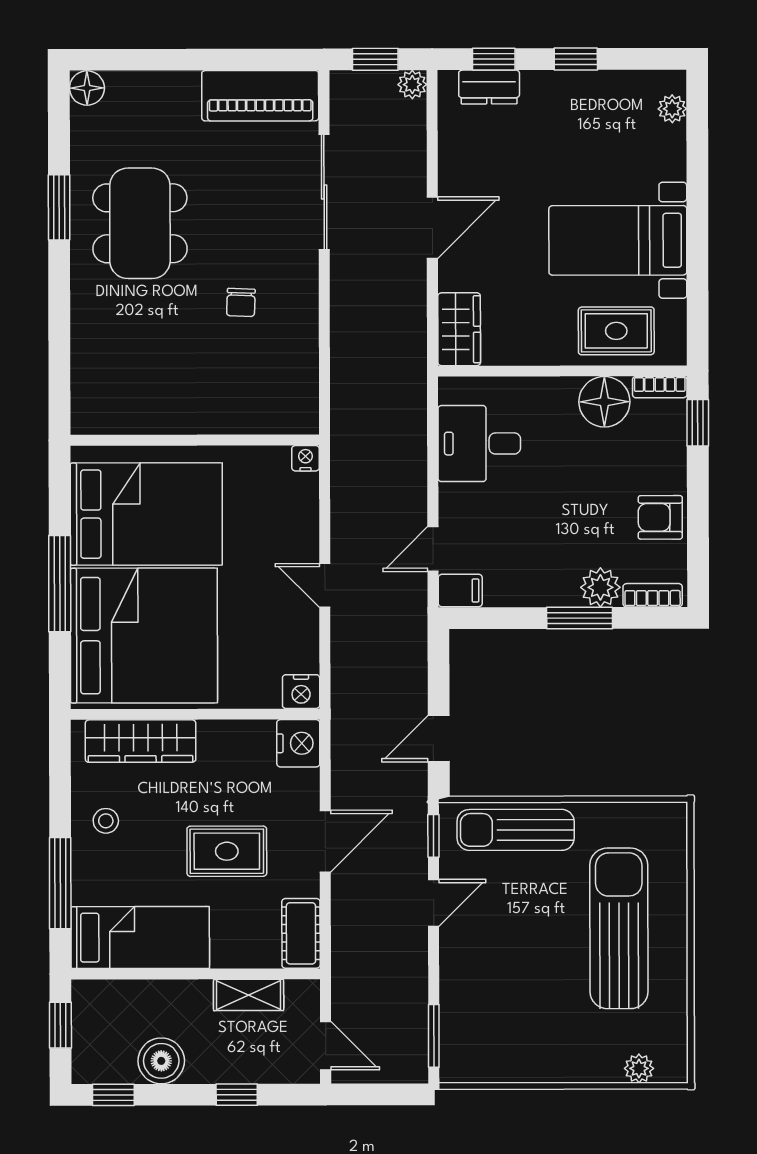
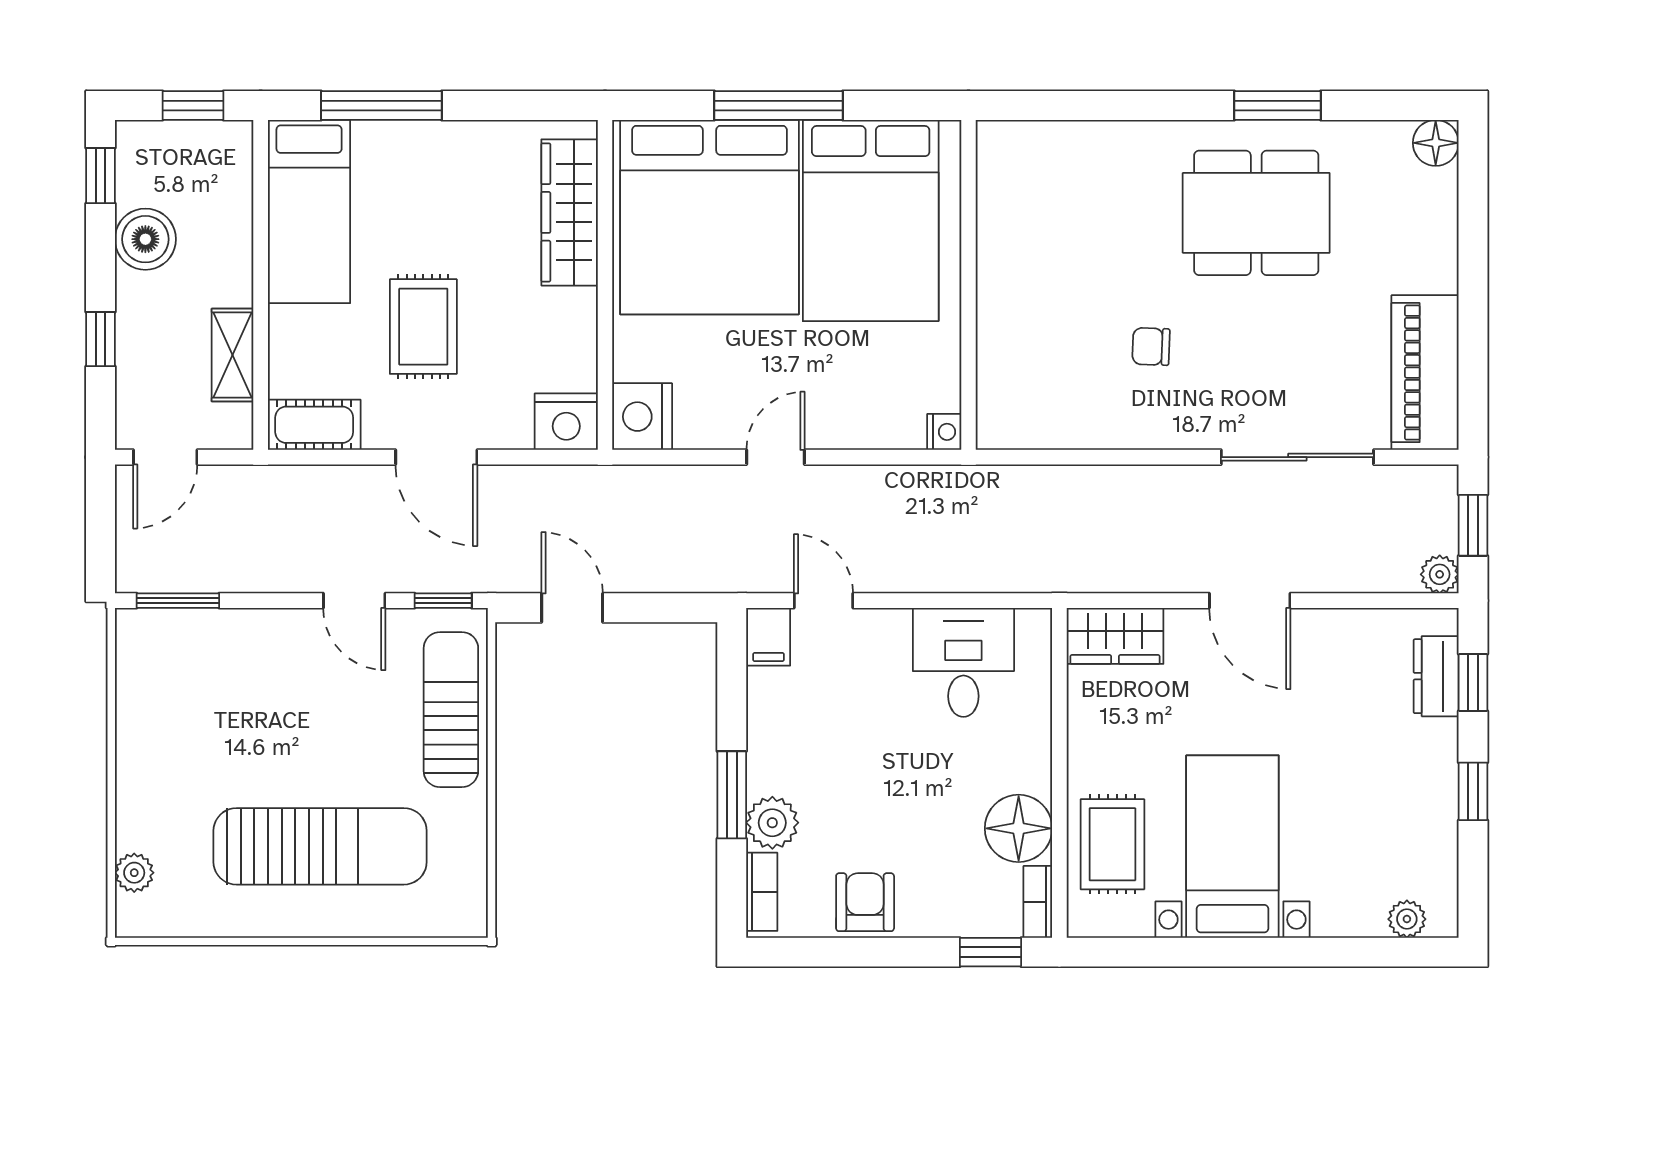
nightstand: (301, 692) -> (642, 417), width x1.36, depth x1.33
stool: (106, 821) -> (464, 166), removed

